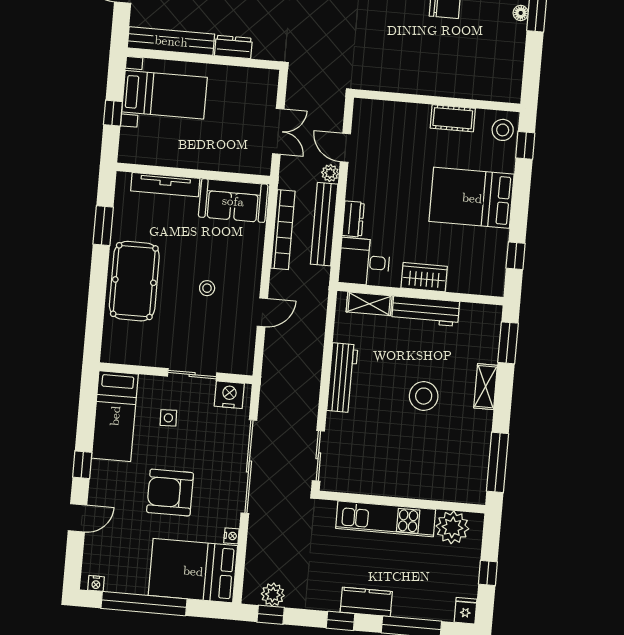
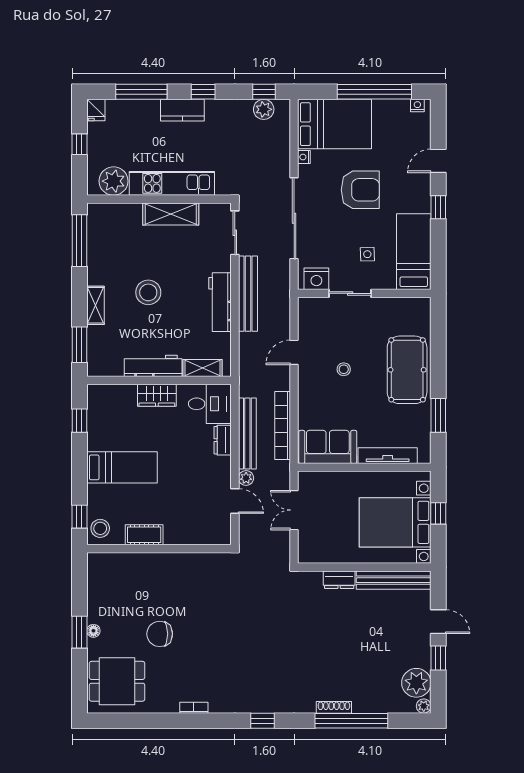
bed with nightstands: (164, 95) -> (395, 522), width x1.36
bed: (472, 198) -> (122, 467), width x0.67
bench: (309, 385) -> (248, 294), added
shelving: (390, 484) -> (171, 214), added

